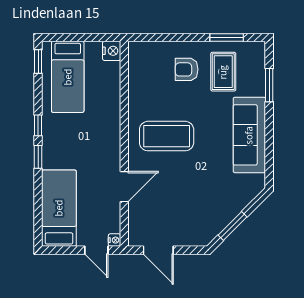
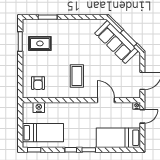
nightstand: (112, 51) -> (39, 108), moved
armchair: (187, 69) -> (38, 83), moved
sofa: (249, 135) -> (116, 42), moved, turned 45
coffee table: (167, 136) -> (77, 76), width x0.73, depth x0.76

